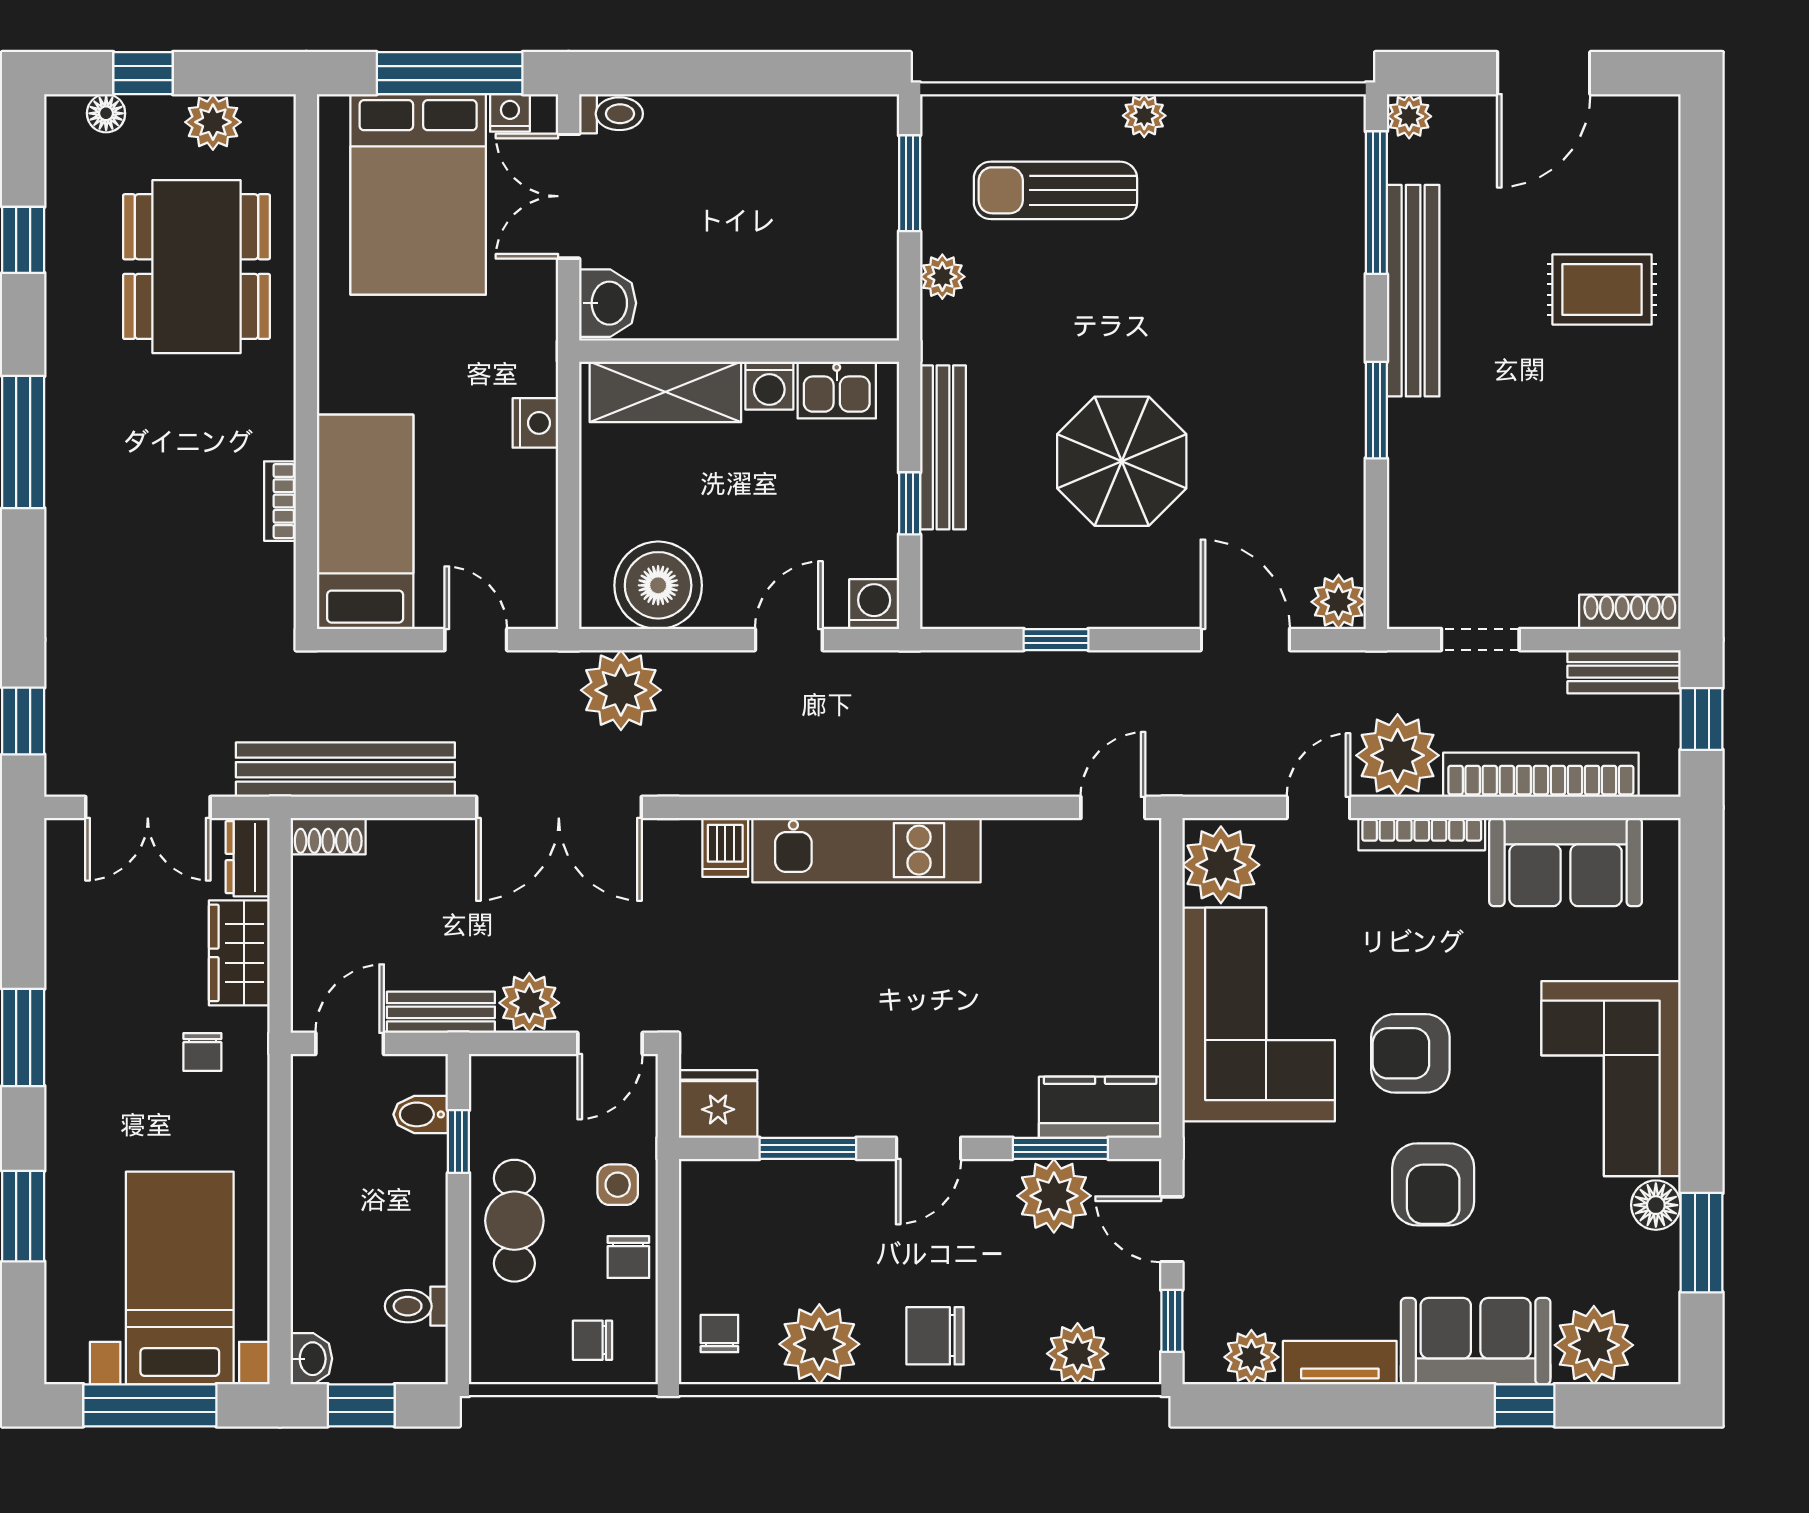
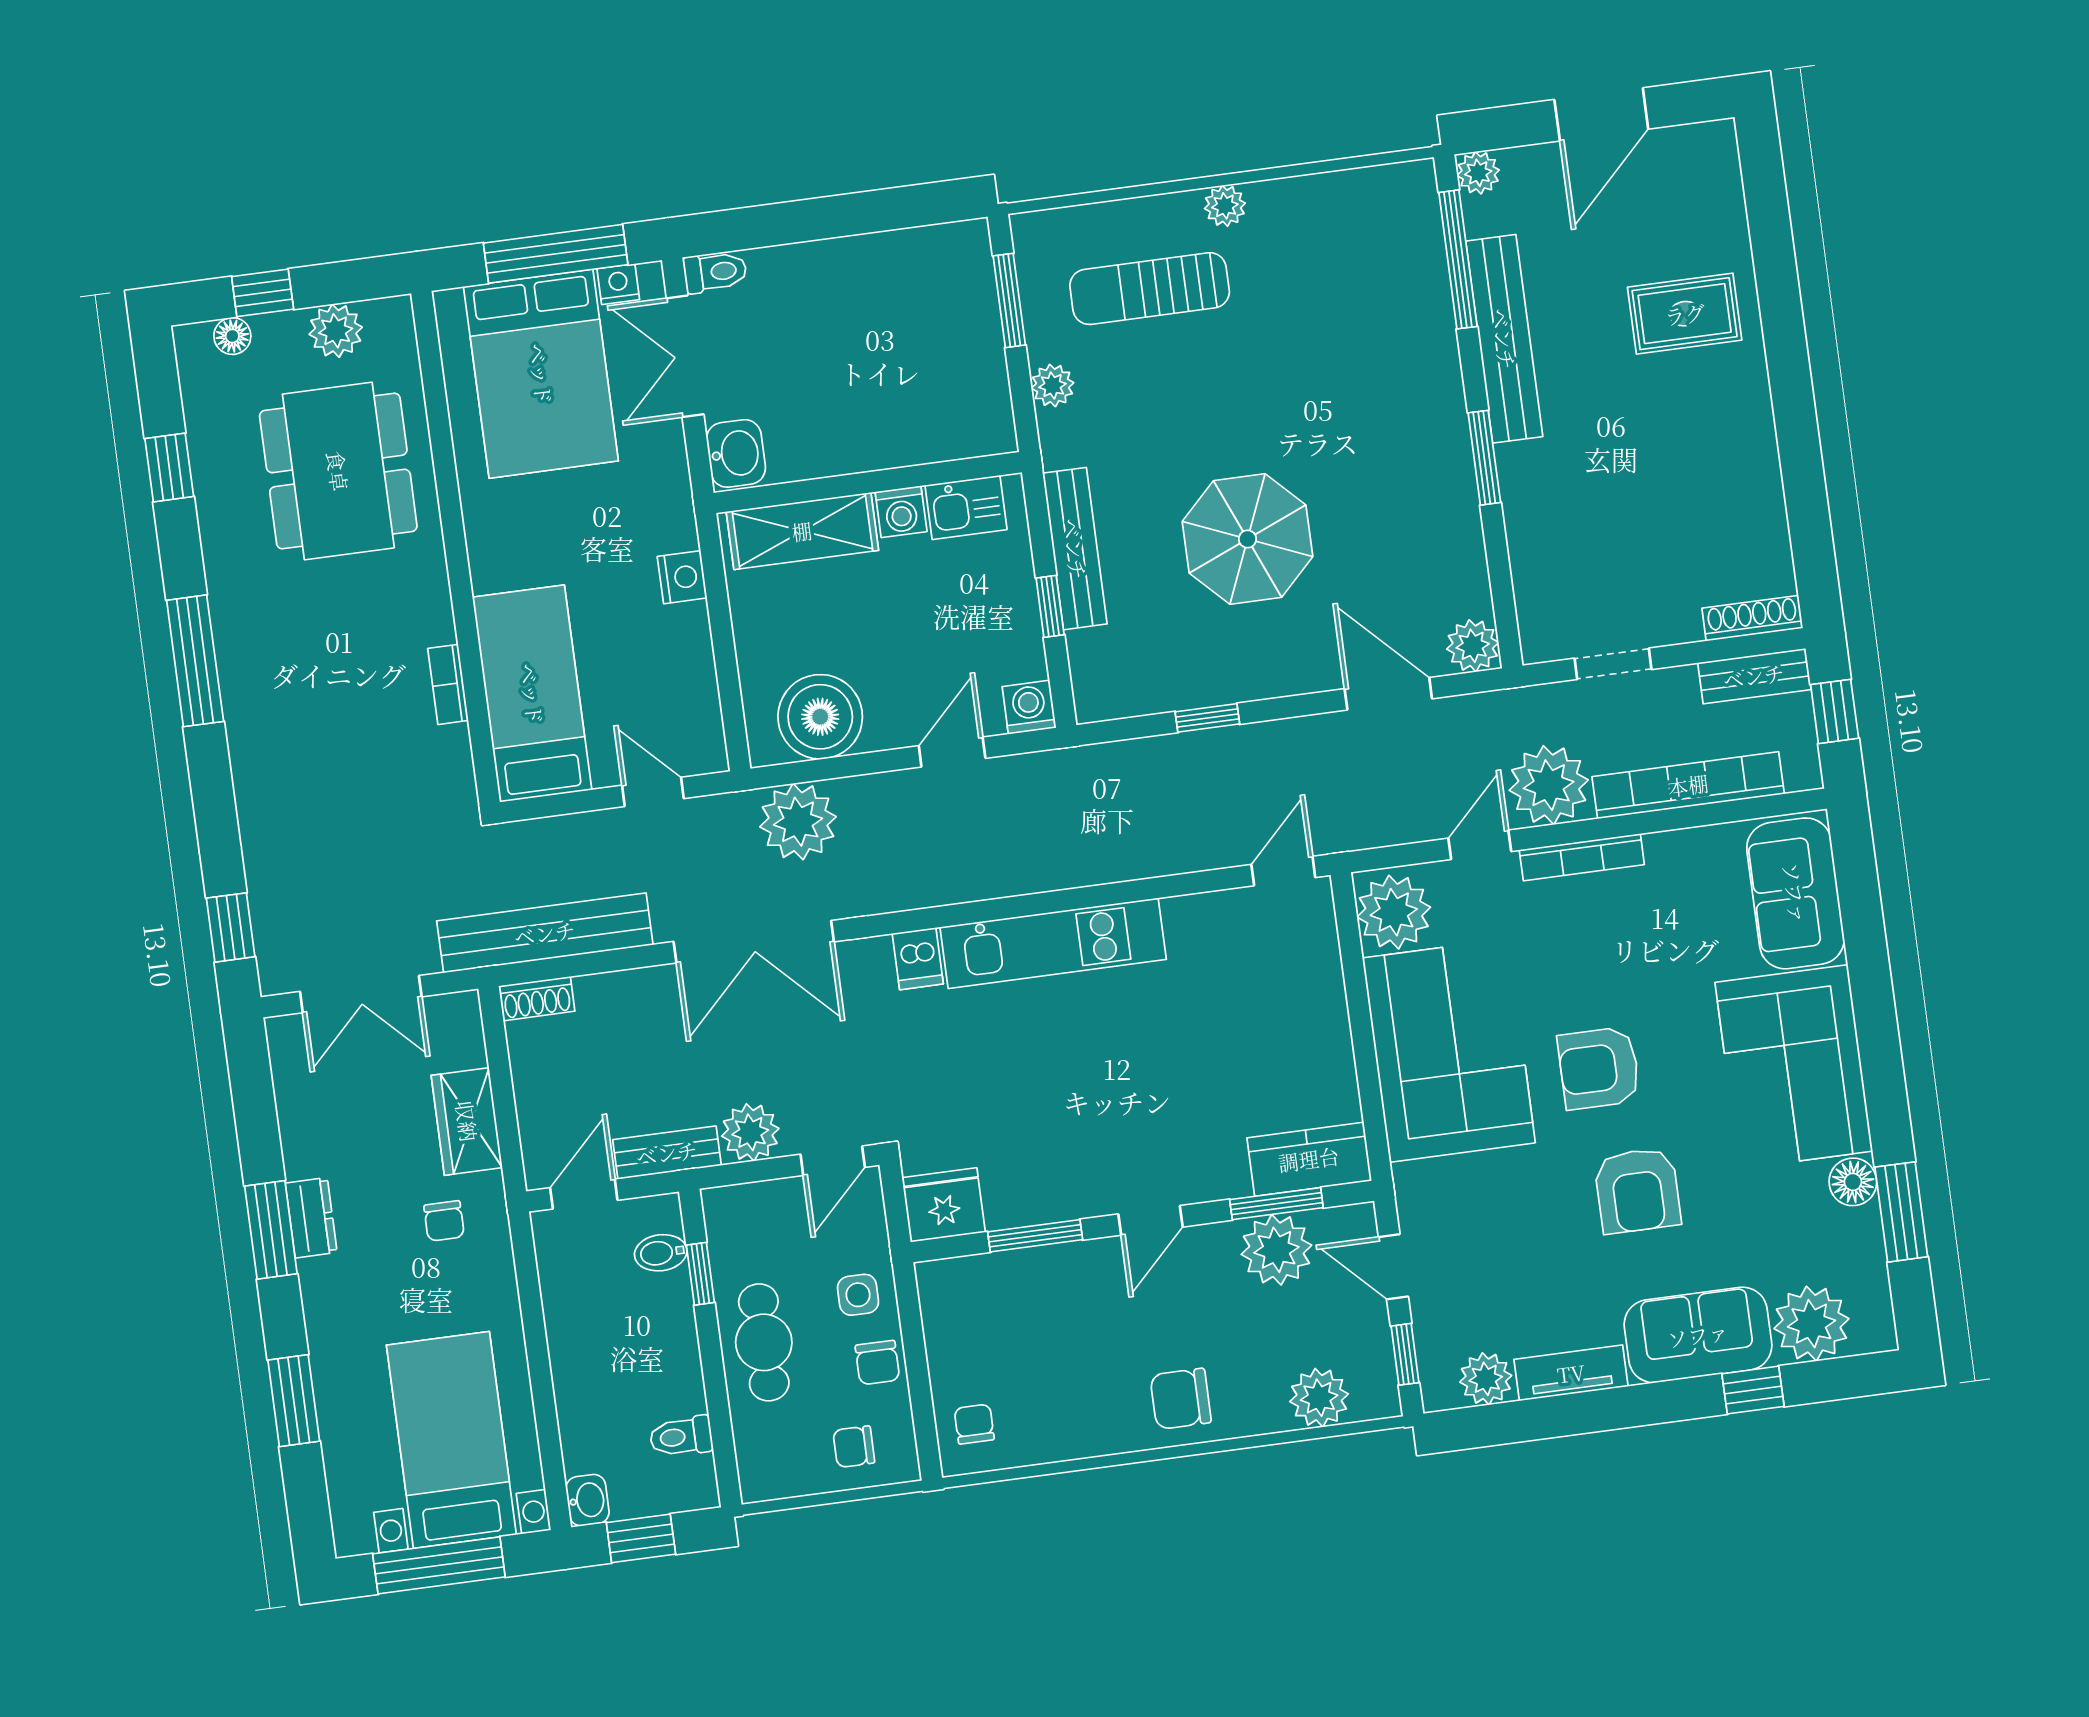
dresser: (248, 857) -> (311, 1218), moved, turned 180
sofa: (1566, 862) -> (1795, 893), moved, turned 90
plant: (819, 1344) -> (1071, 1422), removed

